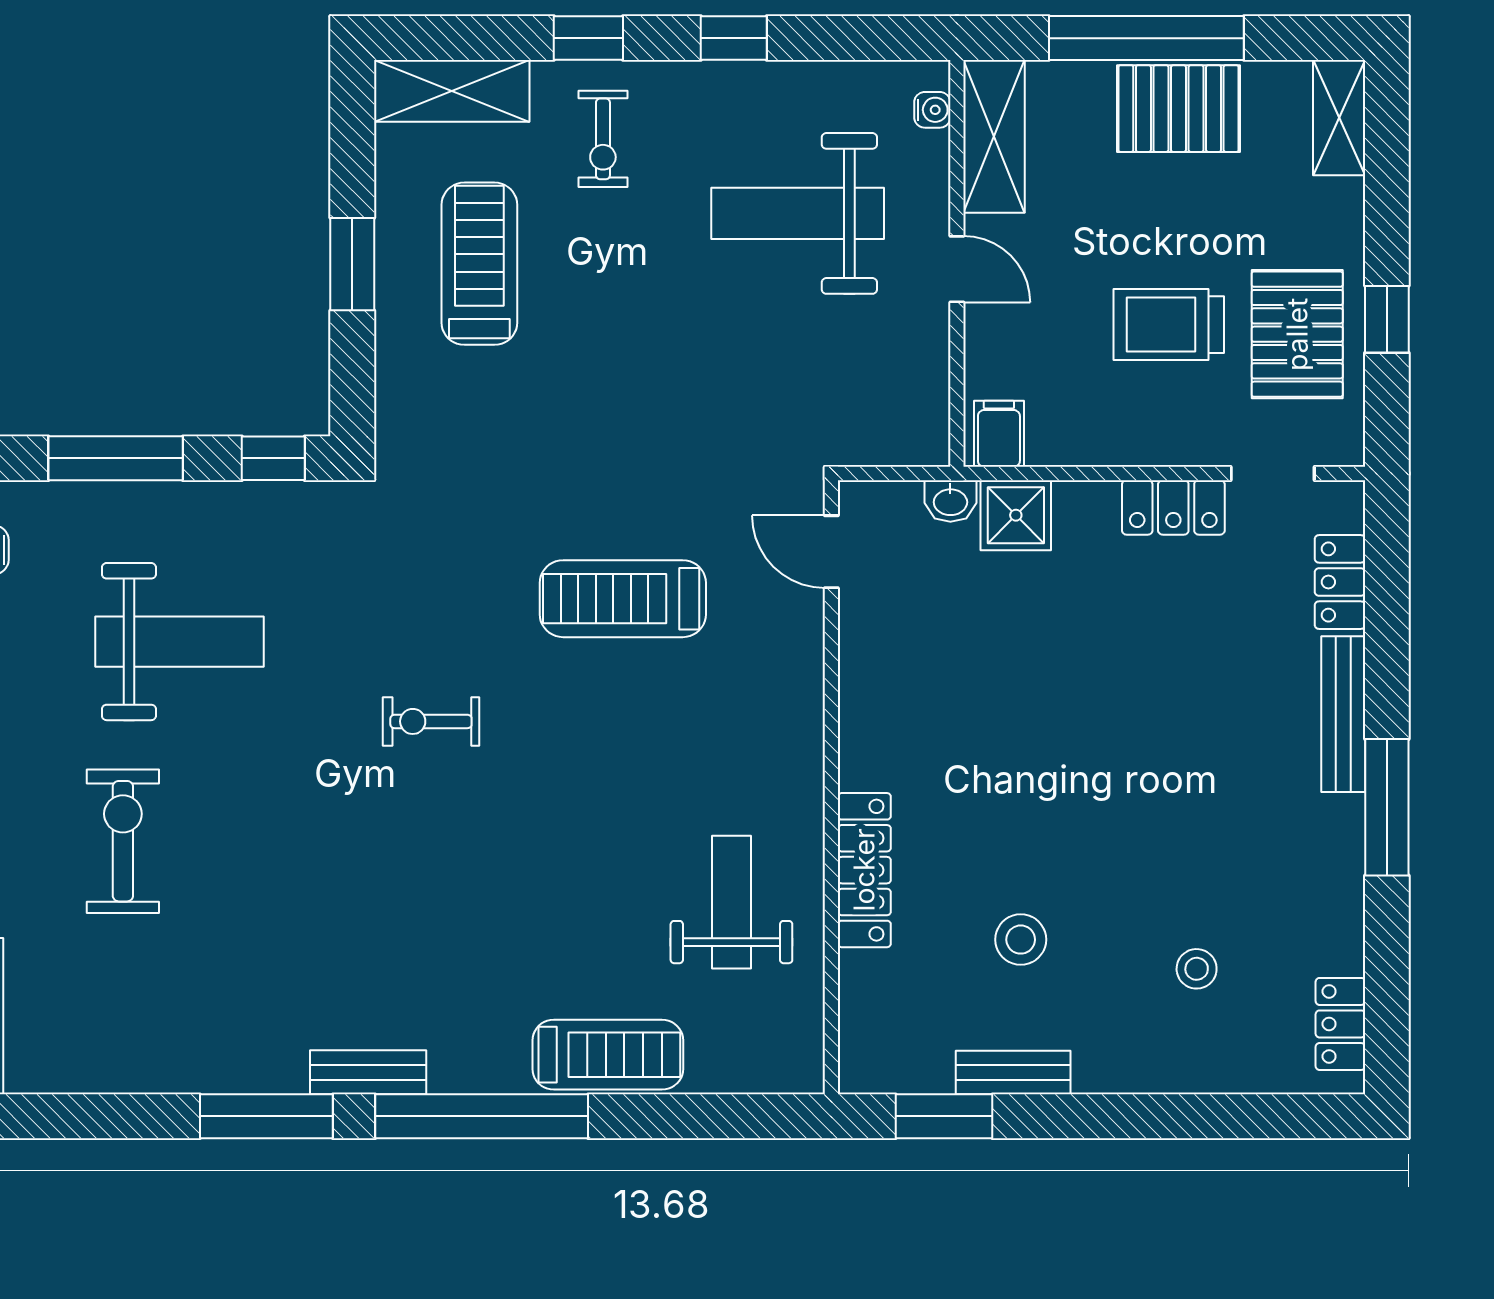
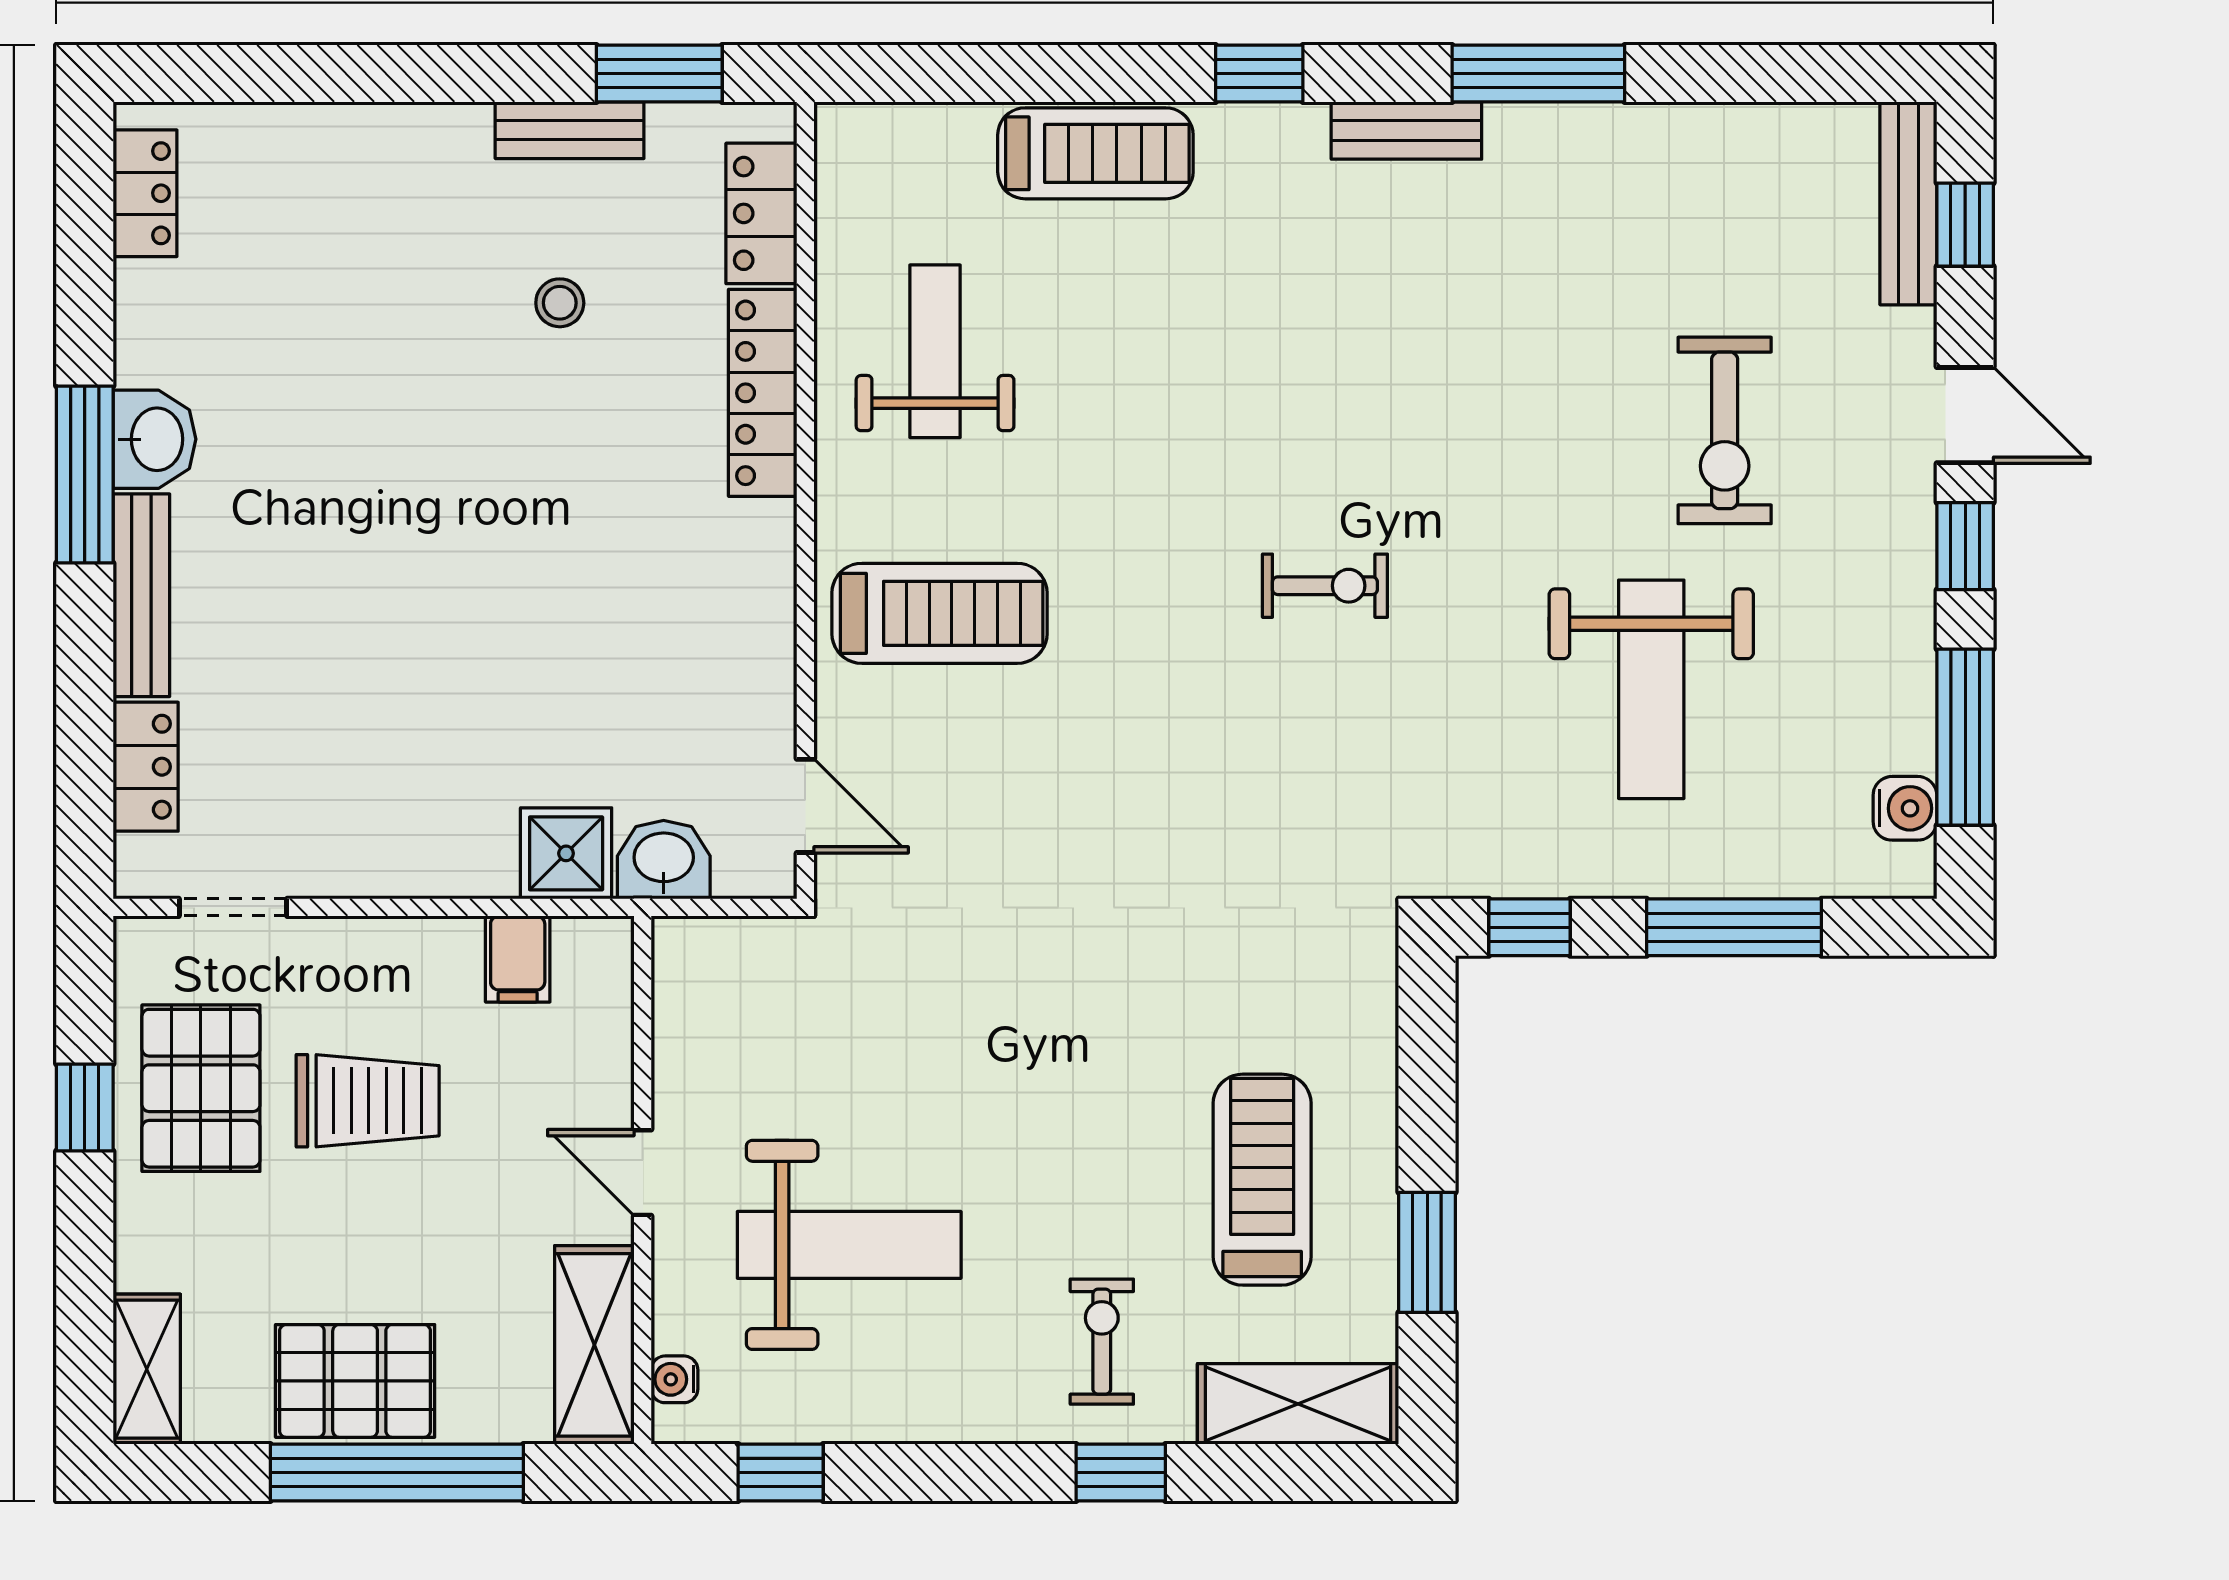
window: (734, 38) -> (781, 1472), moved
window: (352, 264) -> (1427, 1252), moved
treadmill: (479, 264) -> (1262, 1180), turned 180
filing cabinet: (999, 434) -> (518, 959), moved
washbasin: (950, 501) -> (664, 860), width x1.38, depth x1.45
locker: (1173, 507) -> (761, 213), moved, turned -90
treadmill: (623, 599) -> (940, 613), moved
weight bench: (179, 642) -> (1651, 689), turned -90
washbasin: (1333, 834) -> (154, 439), added
weight bench: (731, 902) -> (935, 351), turned 180
stool: (1021, 940) -> (560, 303), width x0.73, depth x0.73
stool: (1197, 969) -> (332, 265), removed
treadmill: (608, 1055) -> (1095, 153), turned 180
window: (482, 1116) -> (1259, 73), width x0.32

